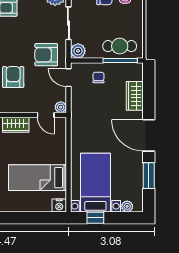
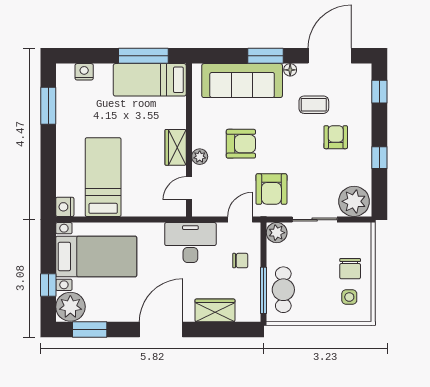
armchair: (46, 55) -> (271, 189), turned 180
plant: (61, 107) -> (200, 157), moved
desk: (85, 114) -> (190, 243), added
window: (149, 176) -> (90, 330), moved
plant: (127, 206) -> (70, 307), width x1.88, depth x1.88
window: (95, 218) -> (48, 285), moved

